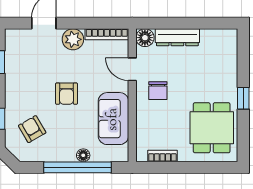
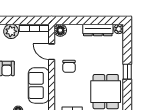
plant: (231, 36) -> (119, 29), added
dresser: (177, 37) -> (98, 30), moved

